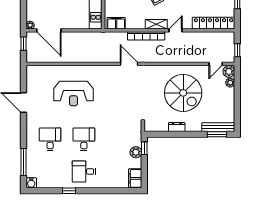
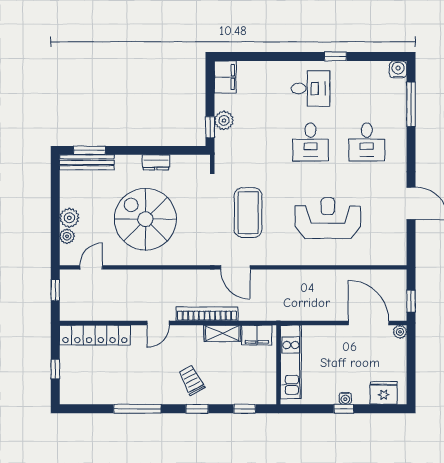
shelving: (156, 24) -> (222, 333), moved
plant: (229, 71) -> (69, 218), moved
coffee table: (121, 97) -> (248, 213), added

